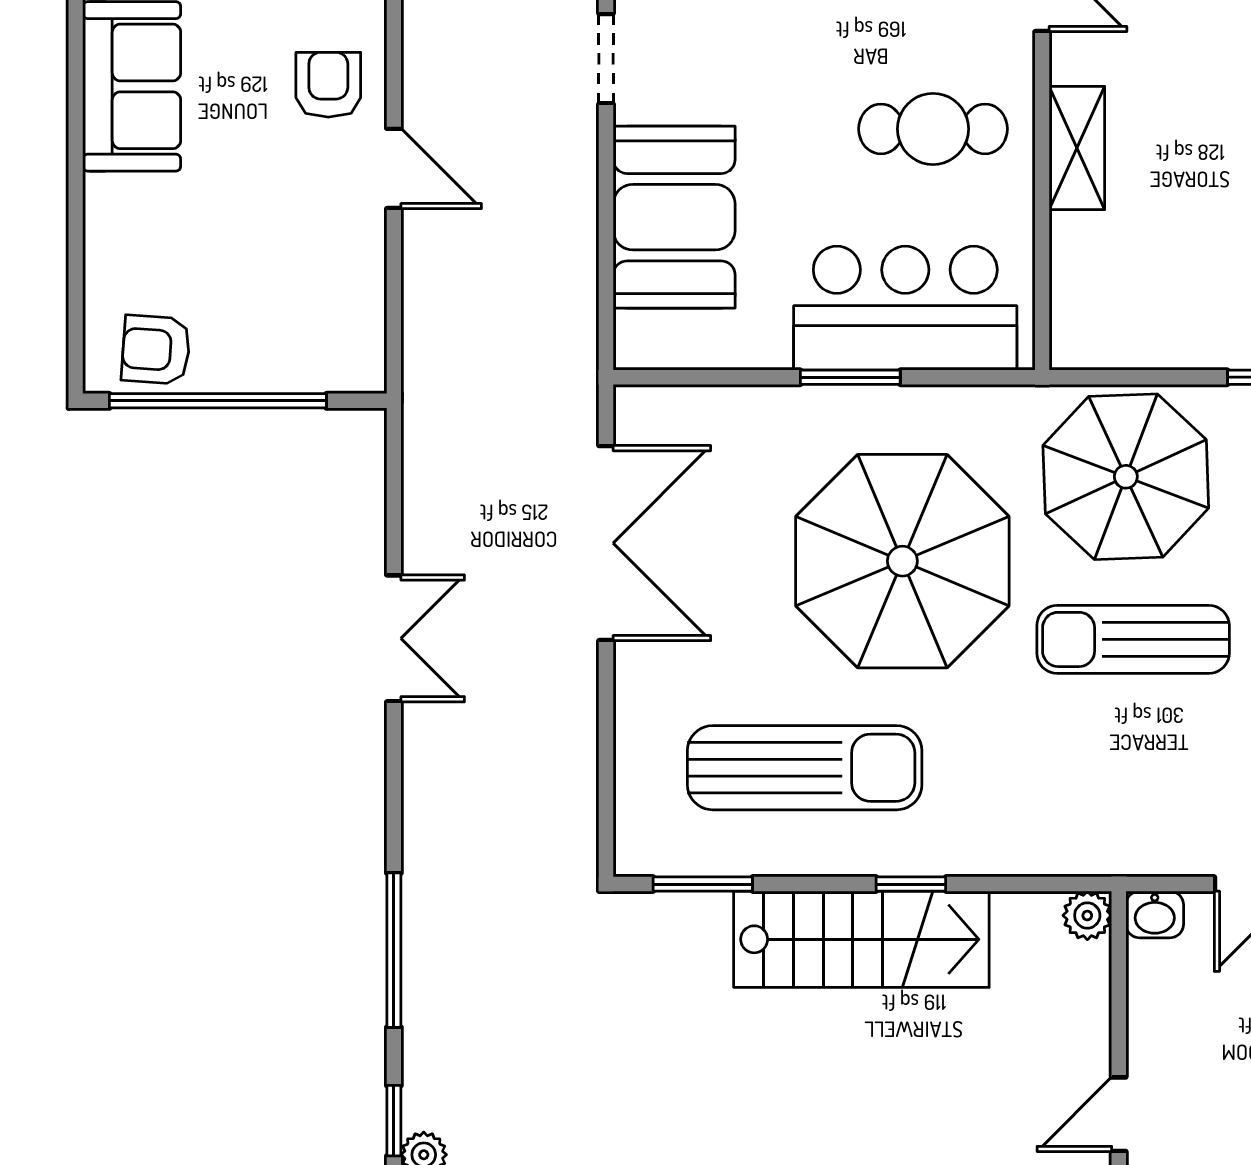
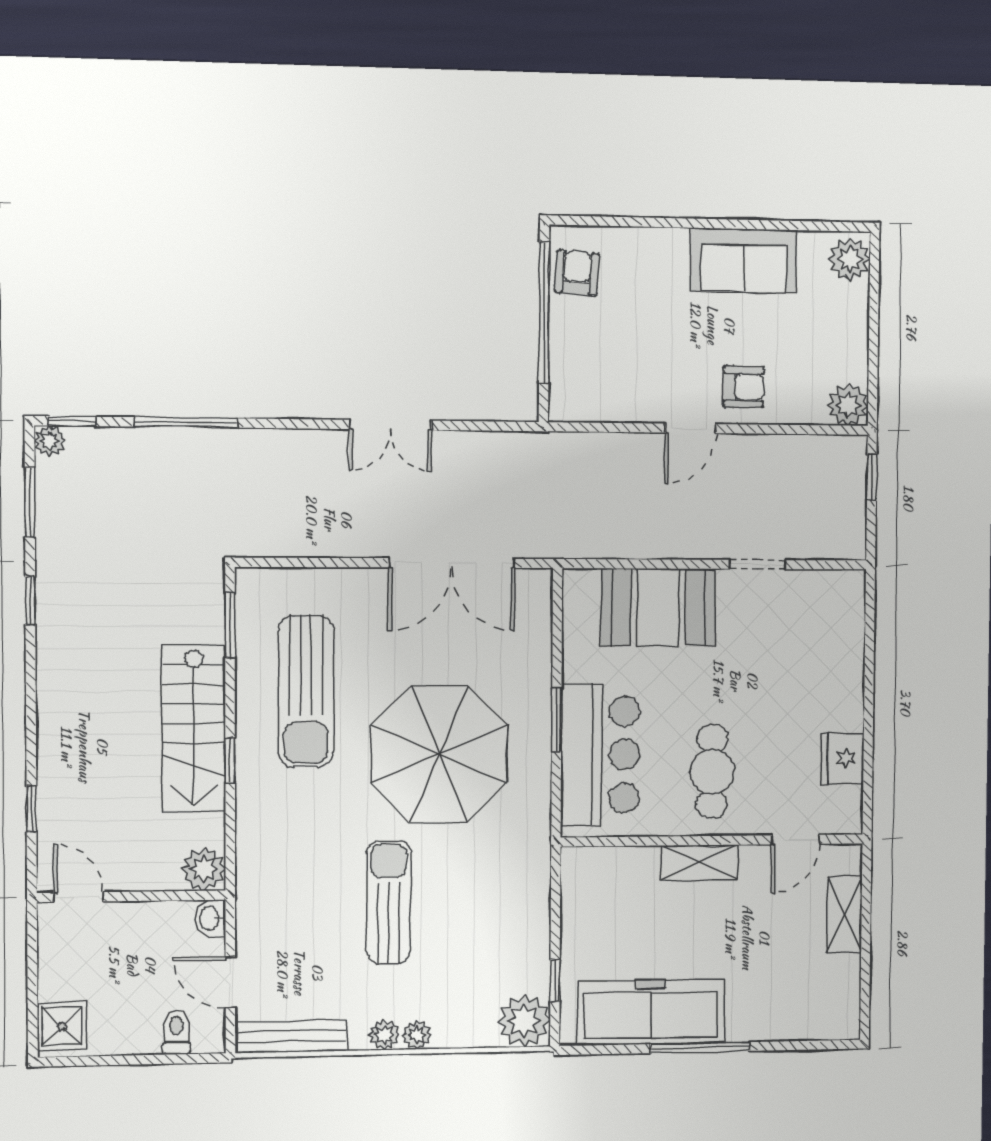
parasol: (1126, 477) -> (493, 896), removed
plant: (1087, 915) -> (204, 869), width x1.38, depth x1.38

